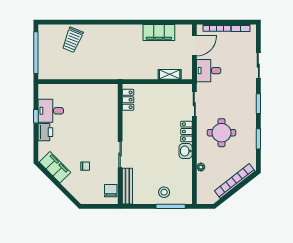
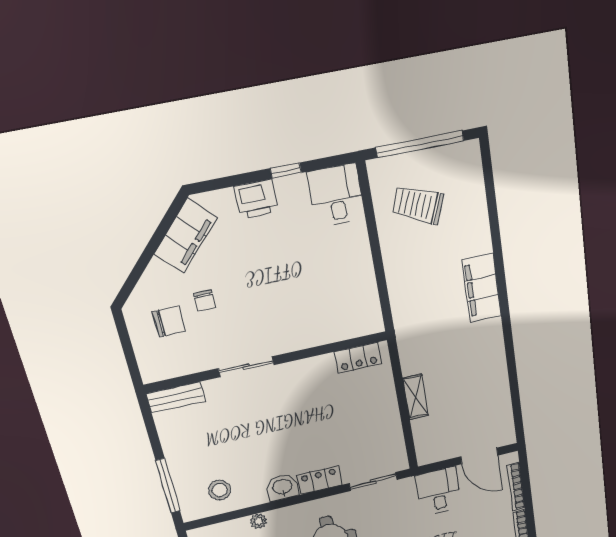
filing cabinet: (159, 32) -> (482, 288), moved
trolley: (72, 40) -> (418, 205), moved
shelving: (170, 74) -> (416, 397), moved
desk: (51, 111) -> (336, 195), moved
bench: (127, 186) -> (176, 397), width x0.73
chair: (111, 191) -> (169, 322), moved
stool: (164, 192) -> (220, 490), moved

